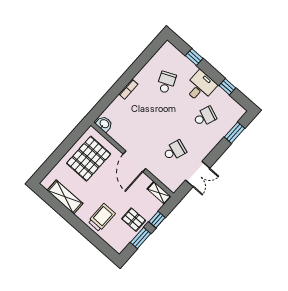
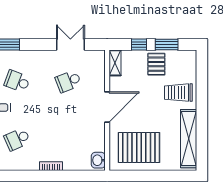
school desk: (174, 151) -> (68, 81), turned -39
shelving: (65, 197) -> (189, 139), width x1.47

